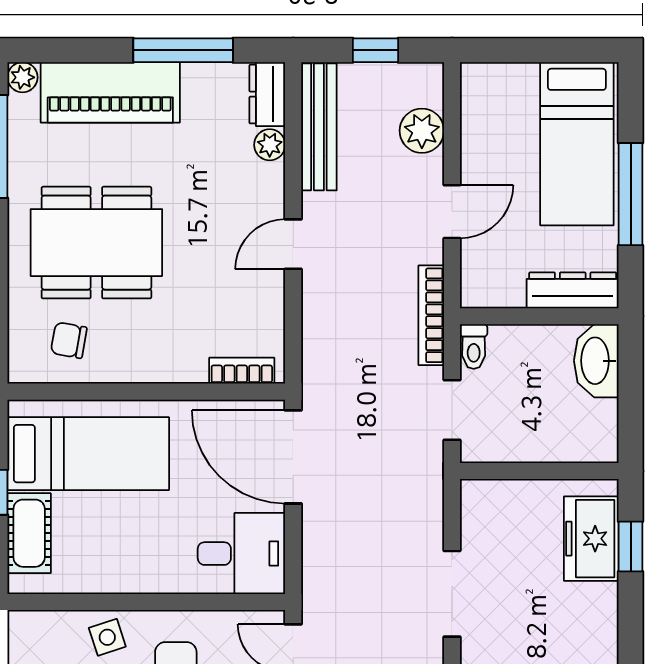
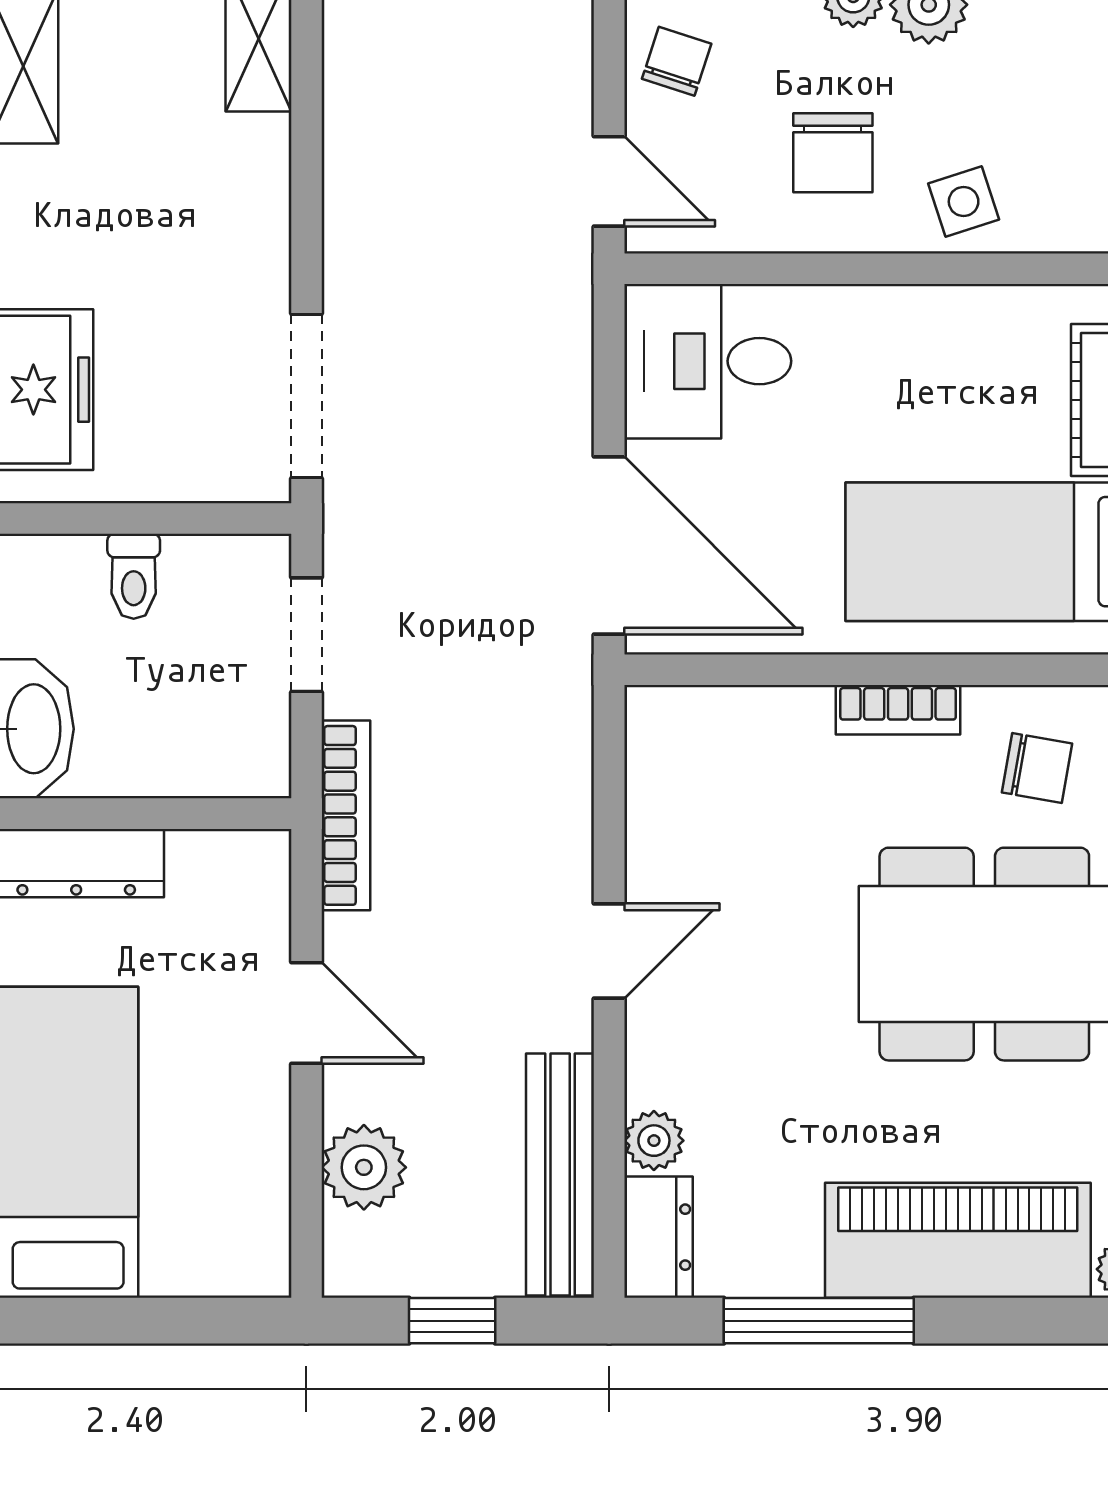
door: (452, 212) -> (306, 1013), swing flipped
toilet: (474, 347) -> (134, 576), moved, turned 180
bookcase: (242, 371) -> (898, 710), moved
doorway: (452, 594) -> (306, 396), moved

